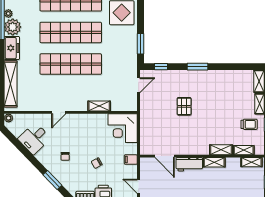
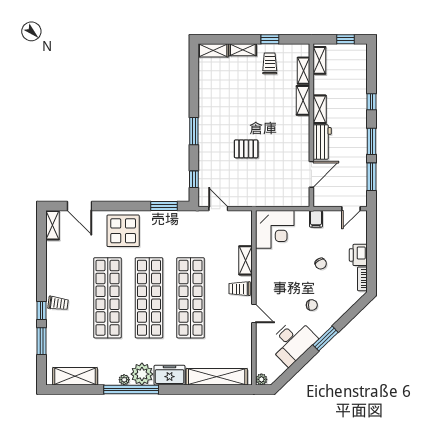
trolley: (78, 101) -> (240, 289), added
desk: (34, 138) -> (292, 342), width x1.37
window: (52, 180) -> (326, 339), moved

